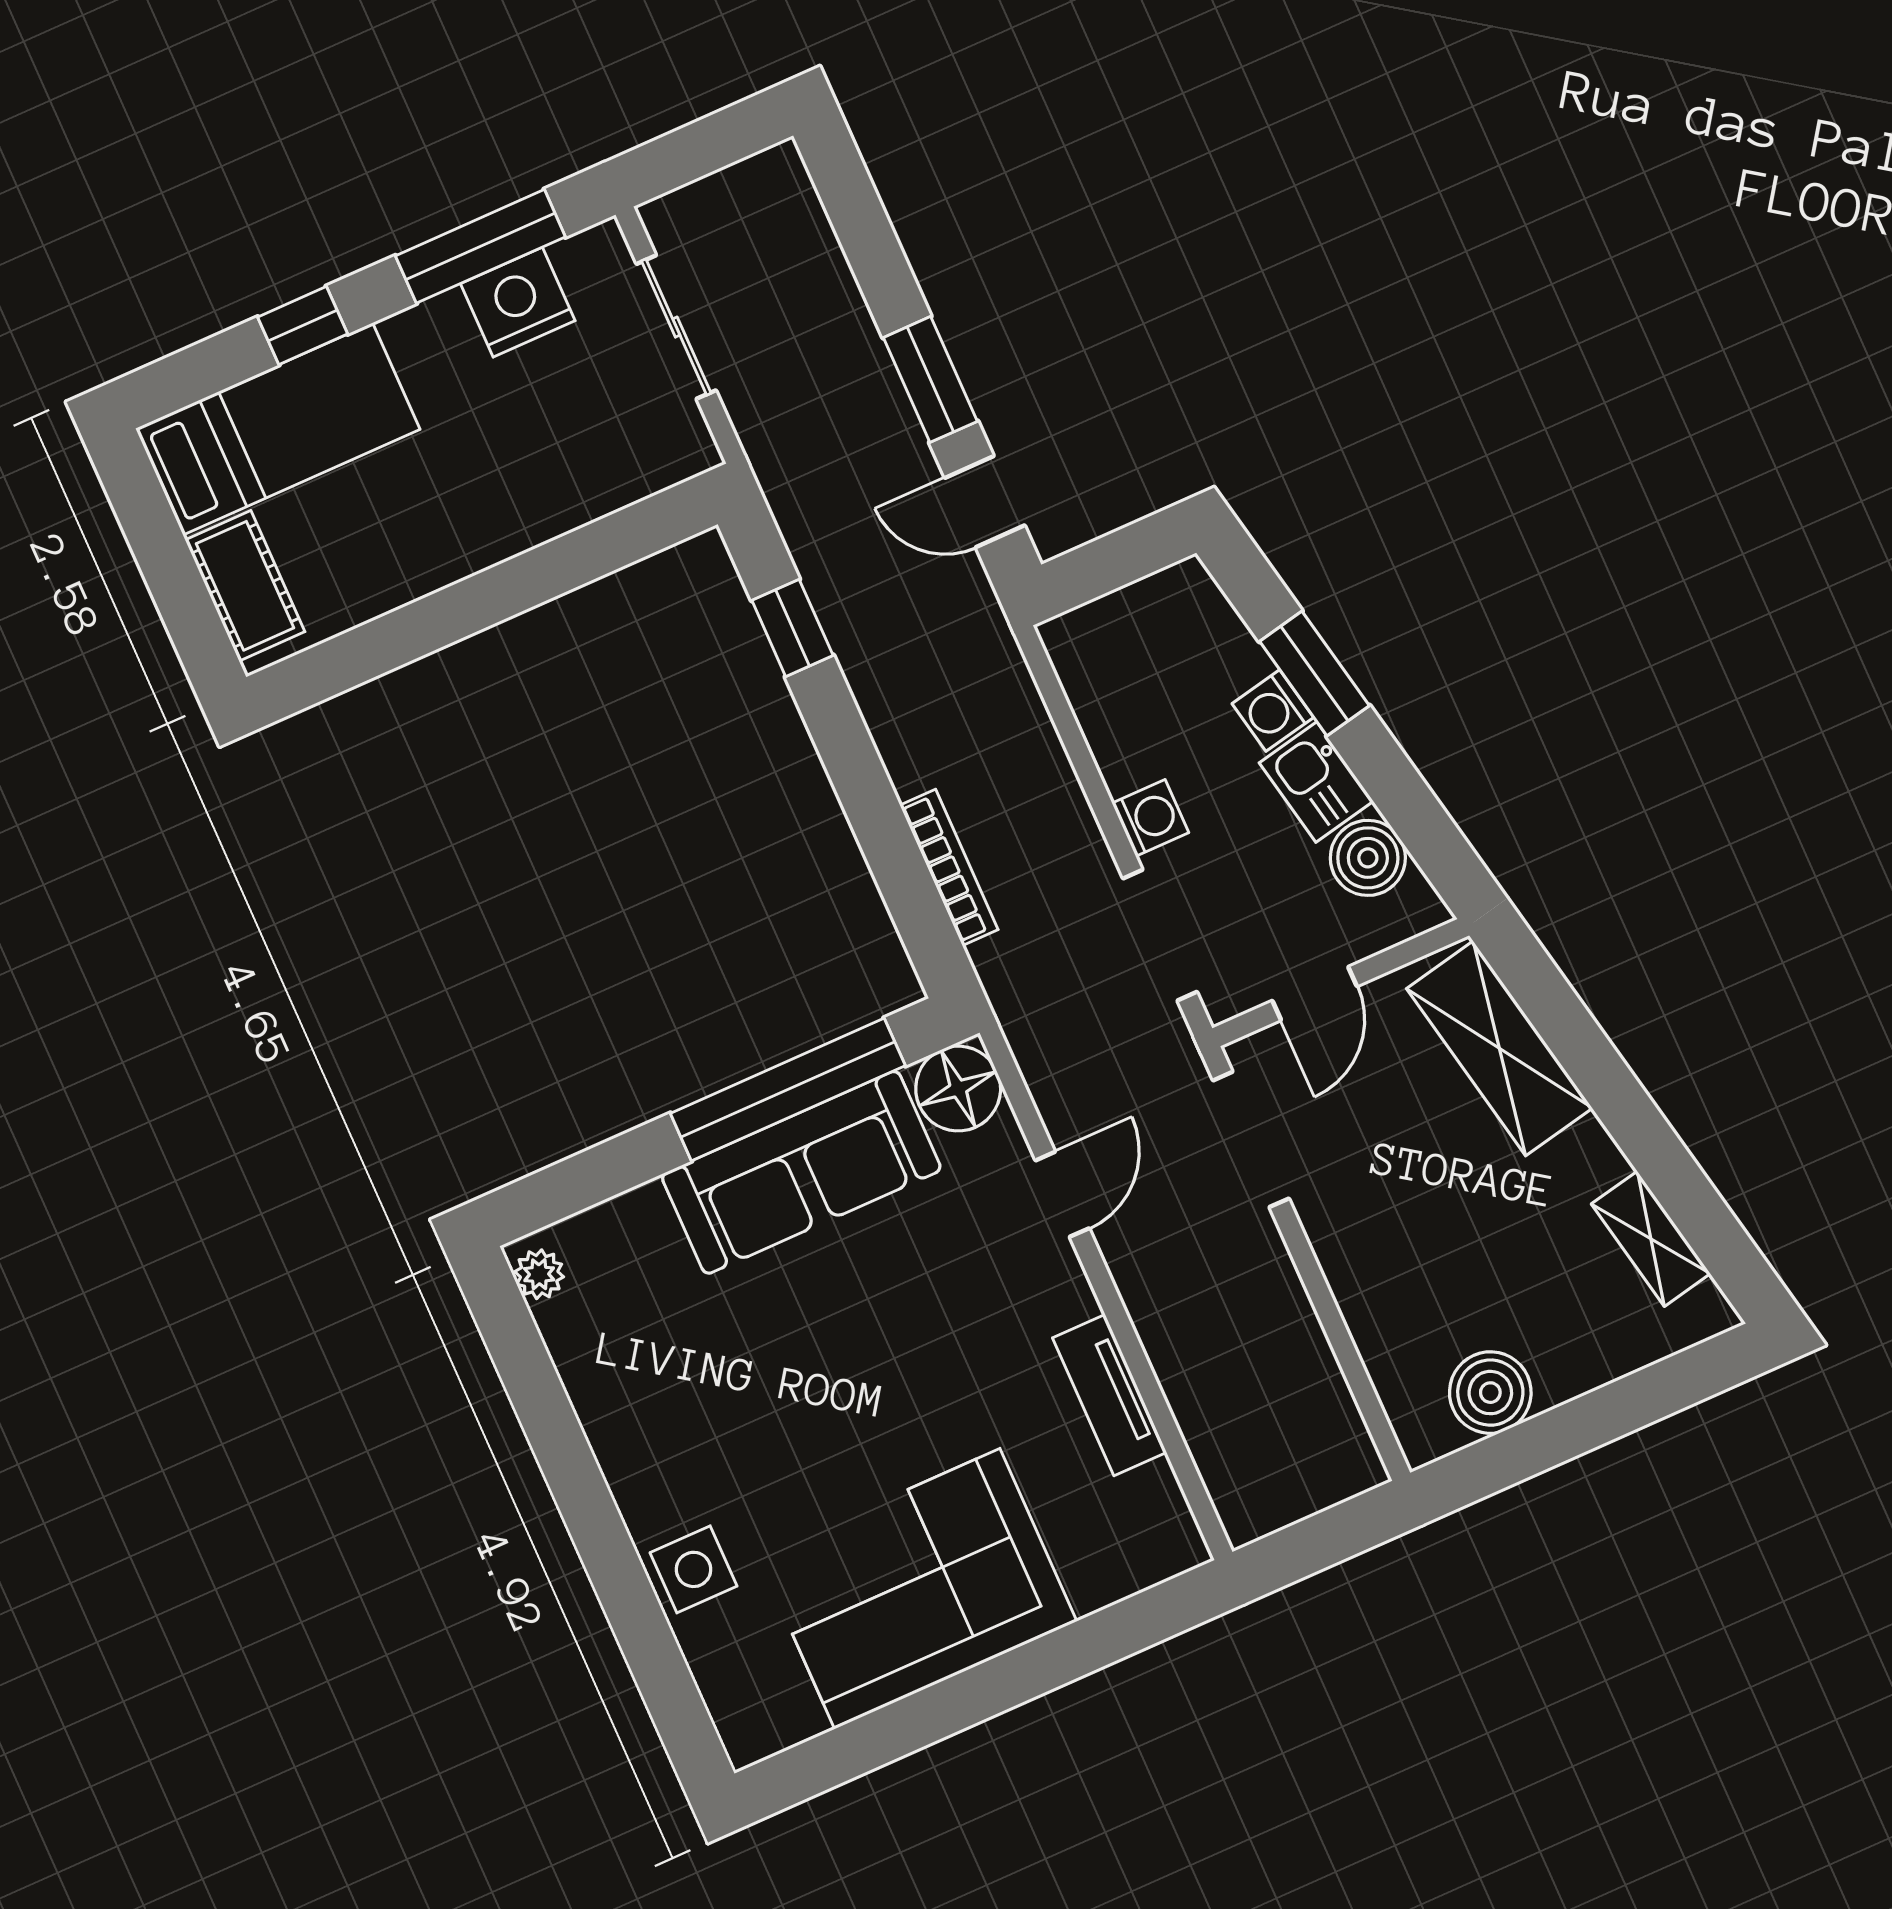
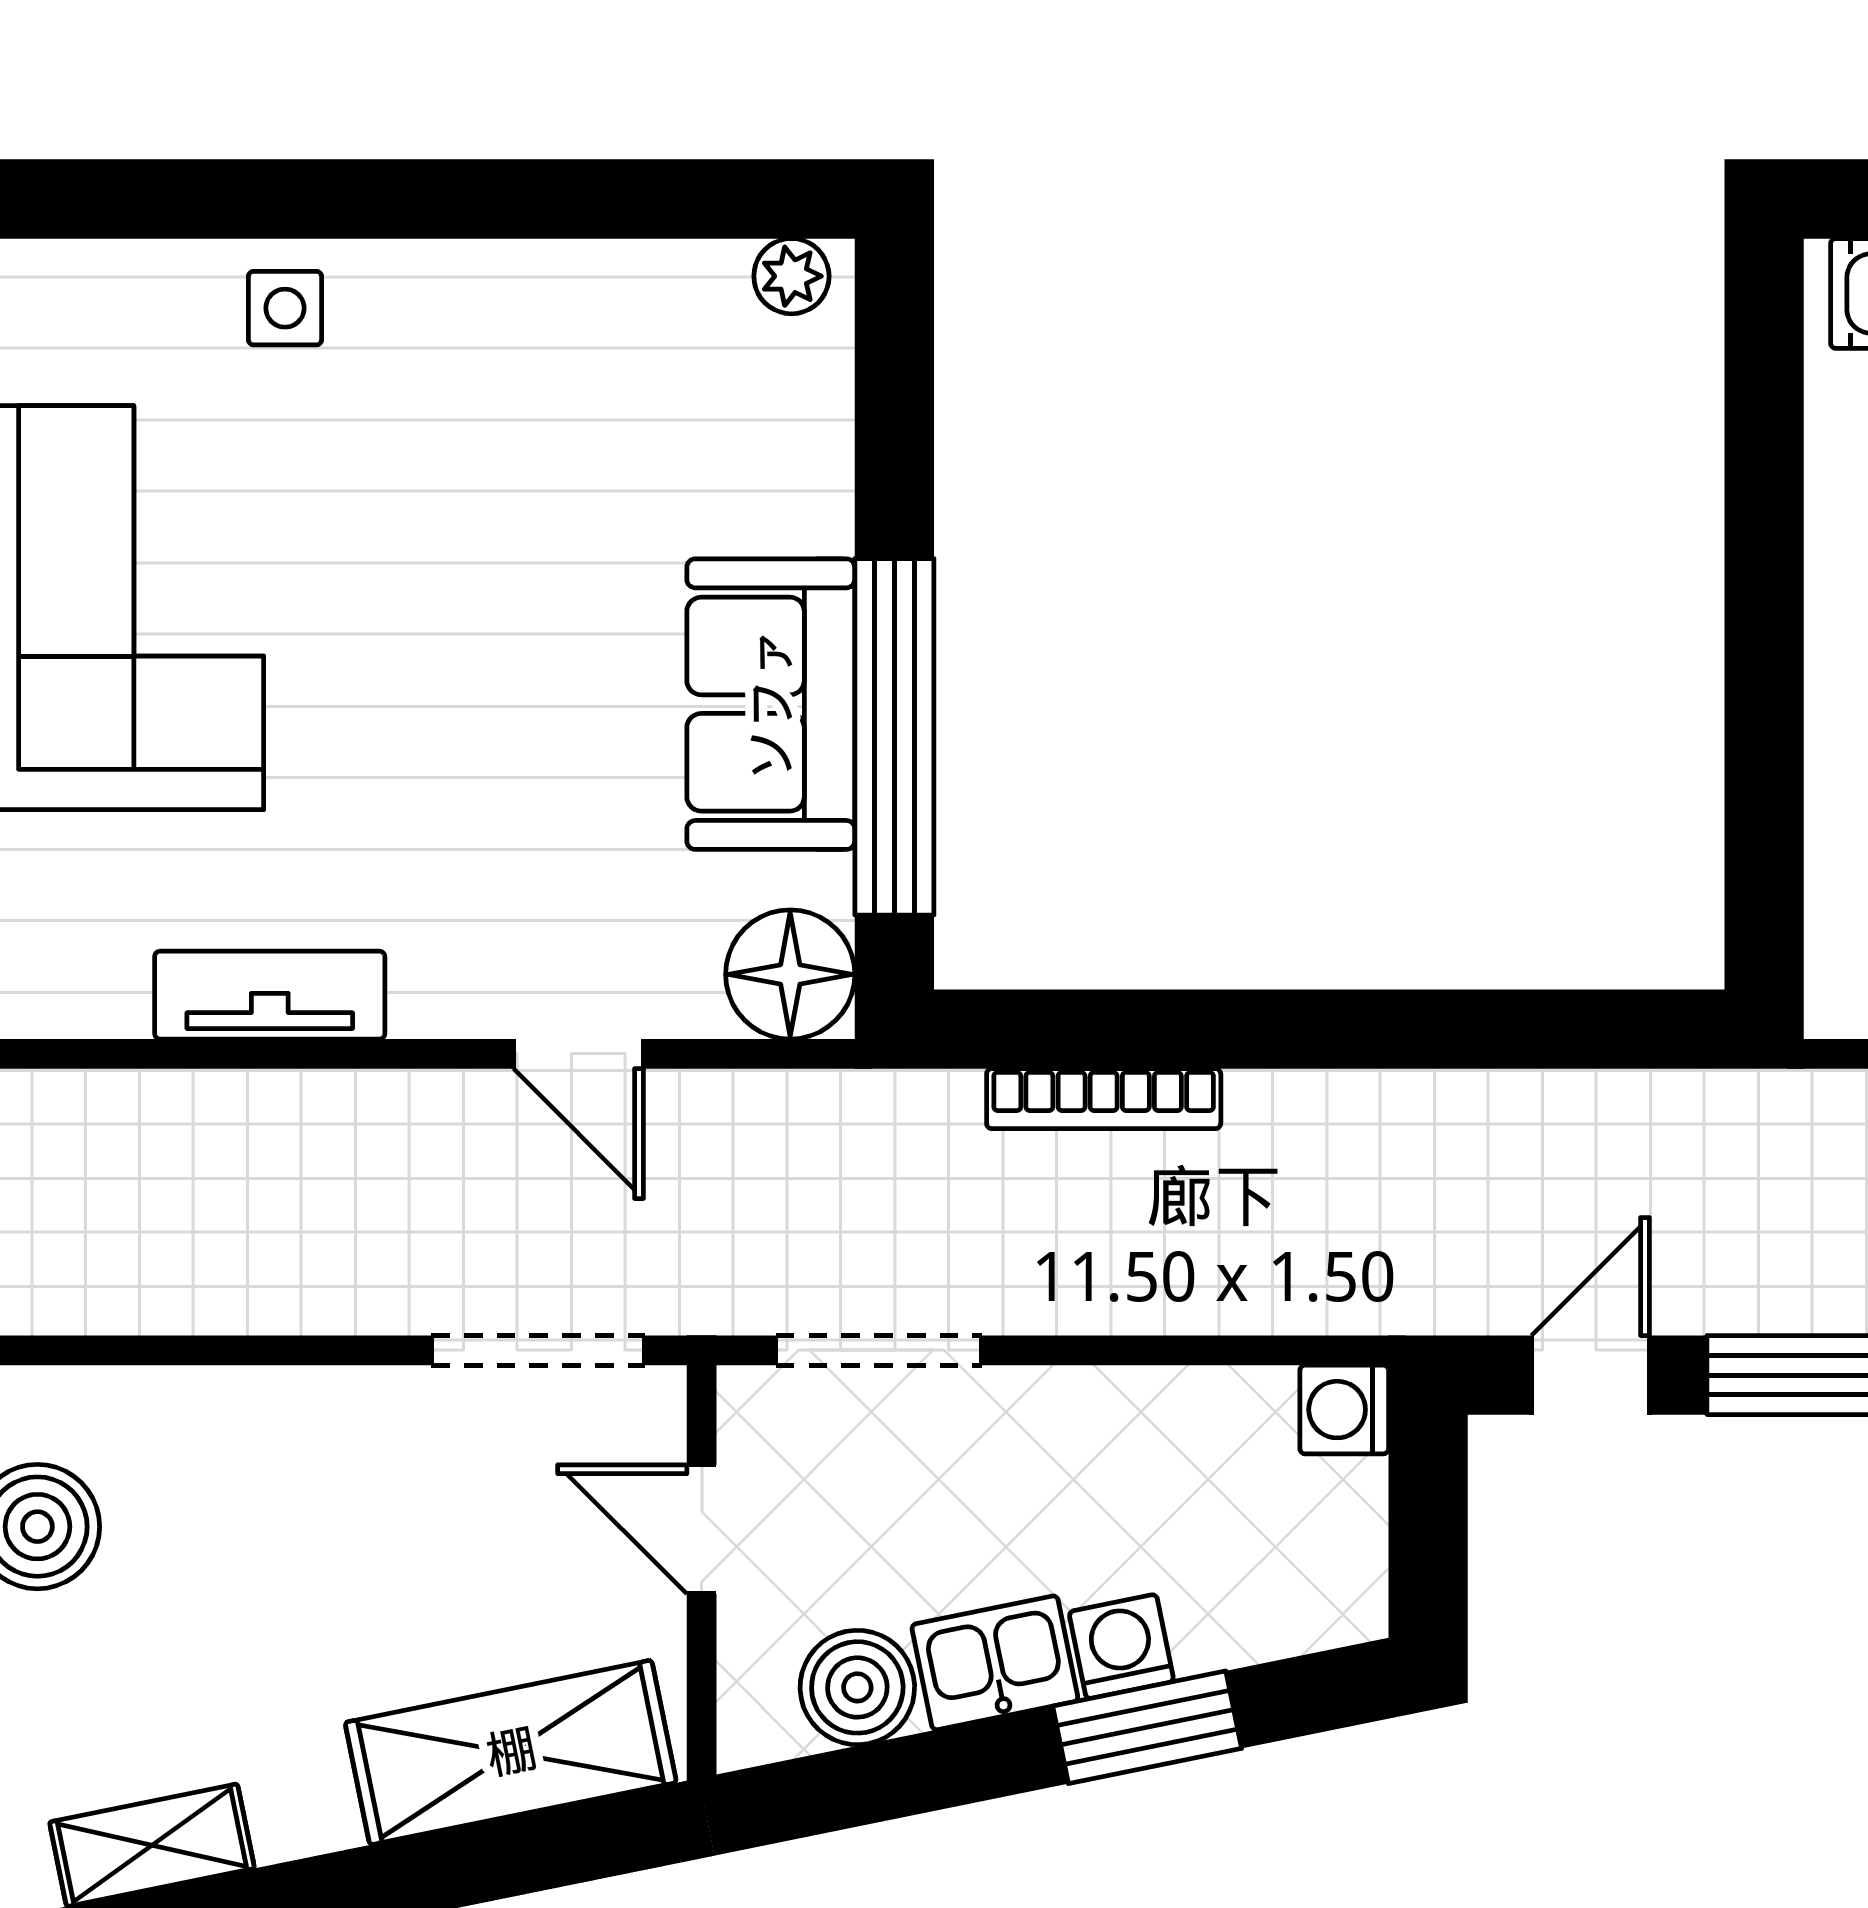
window: (792, 628) -> (1534, 1029), removed
washing machine: (1150, 818) -> (1344, 1410), moved, turned 90
sofa: (801, 1172) -> (771, 704), width x0.73
side table: (693, 1569) -> (285, 308), width x0.73, depth x0.73

